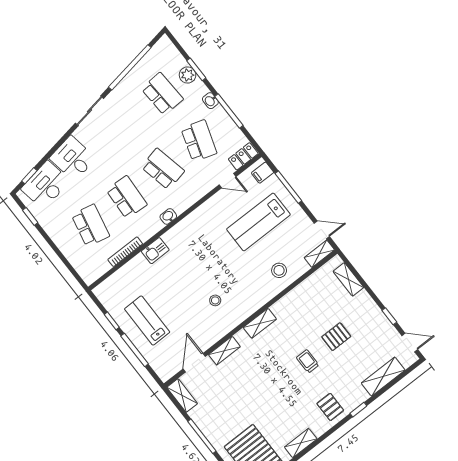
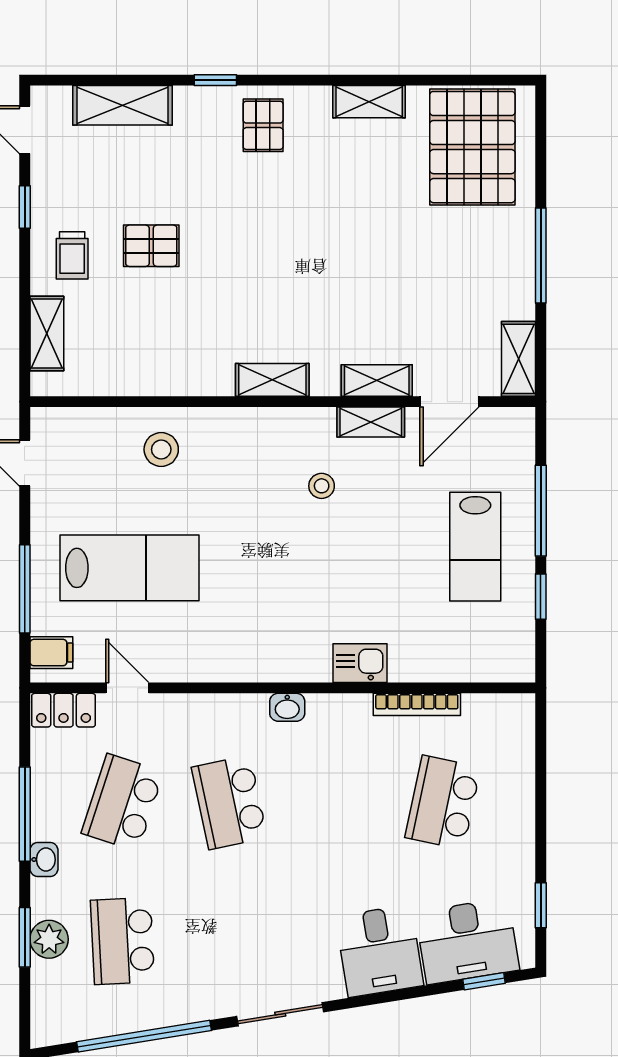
school desk: (127, 197) -> (336, 802), removed
shelving: (319, 254) -> (371, 422), moved
trolley: (308, 361) -> (72, 255), moved

